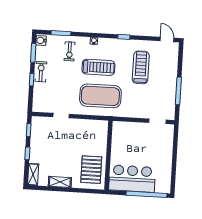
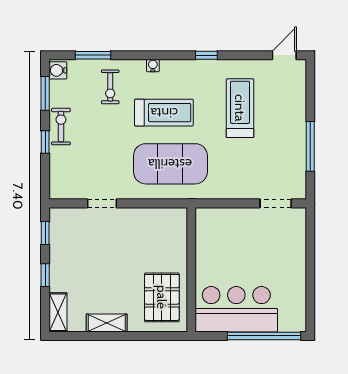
door: (167, 39) -> (284, 55), hinge flipped

